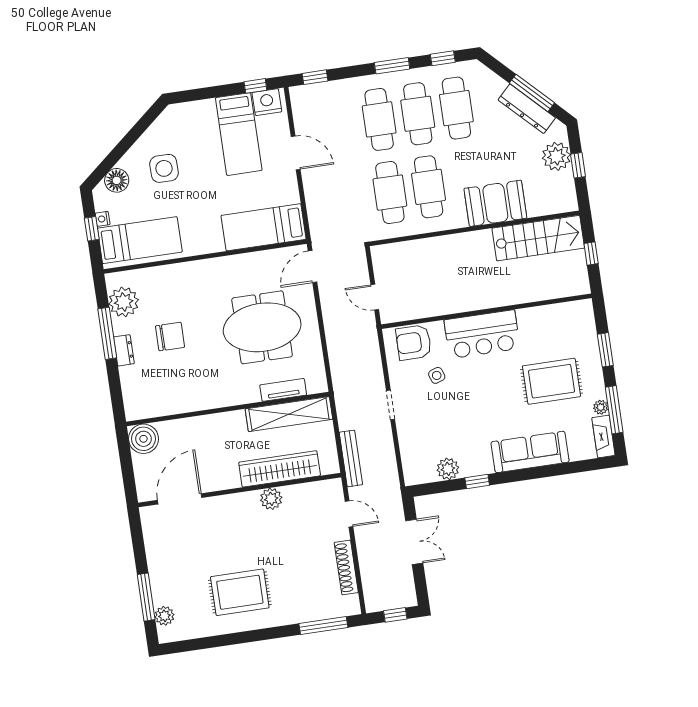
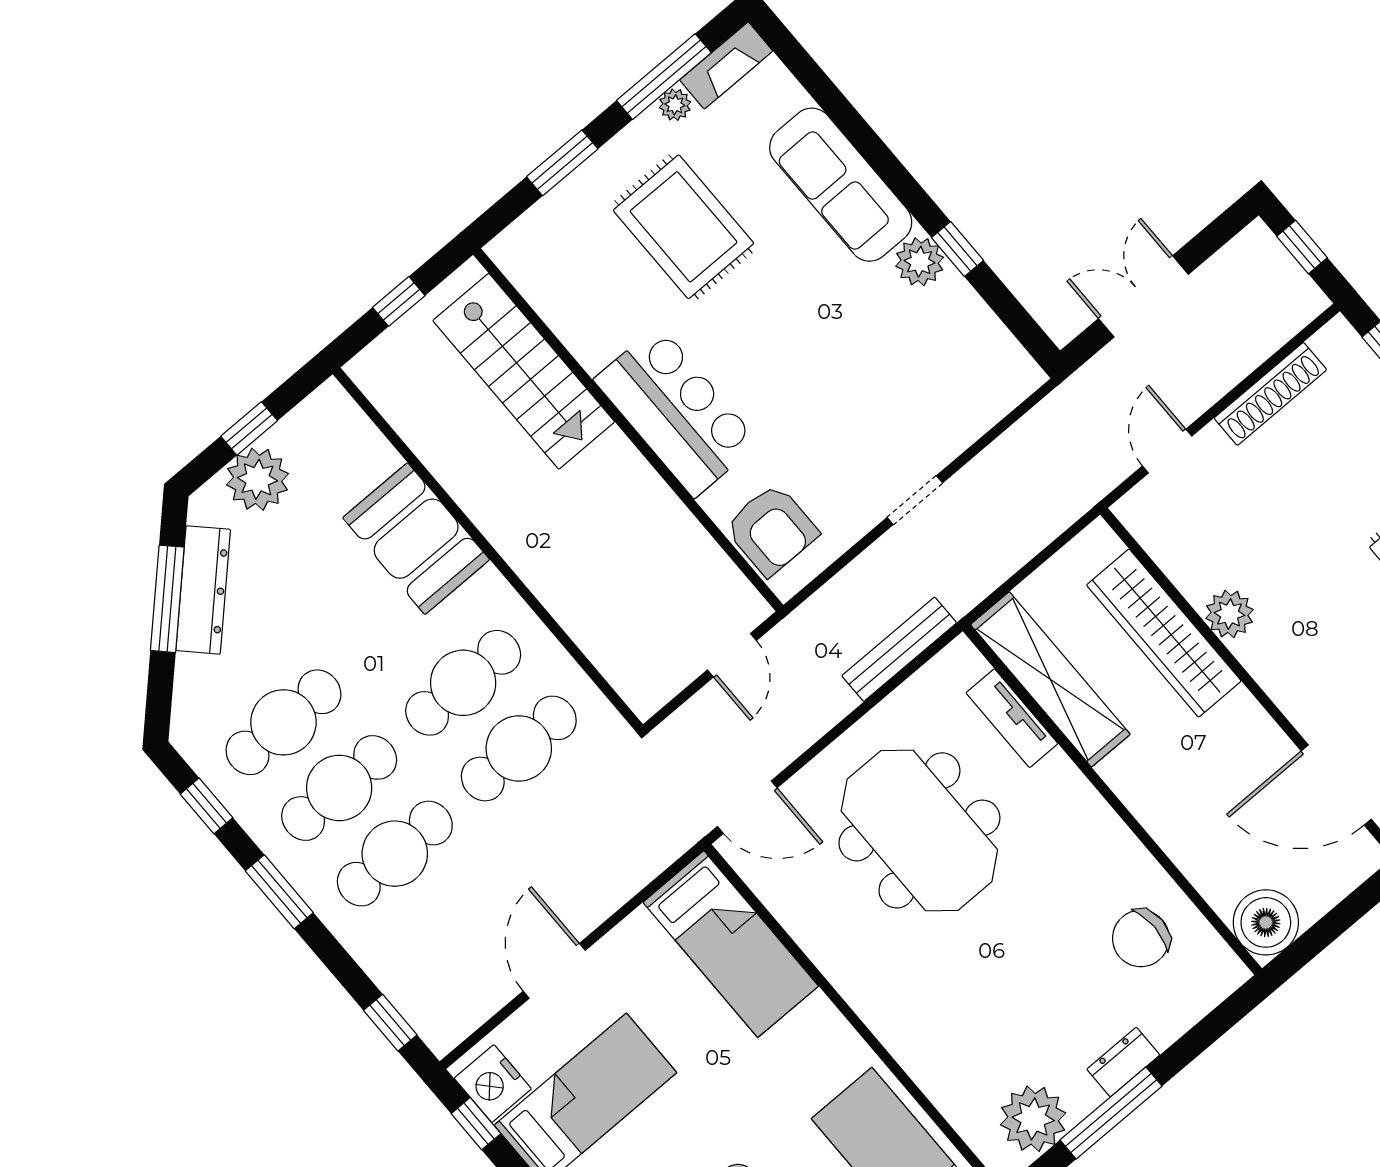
stairs: (538, 238) -> (524, 371), moved, turned 180
chair: (170, 337) -> (1141, 938), moved, turned -90
side table: (437, 375) -> (806, 448), removed
bench: (351, 458) -> (899, 649), moved
plant: (448, 469) -> (920, 262), moved

